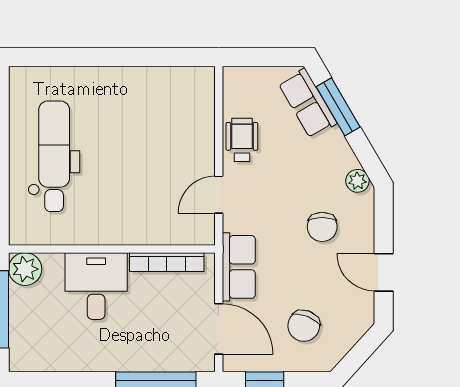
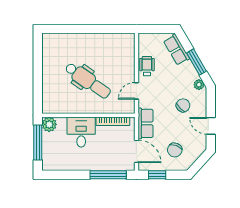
window: (338, 107) -> (197, 62), moved
dental chair: (54, 156) -> (88, 81), moved, turned 125
chair: (322, 227) -> (183, 105), turned -135

